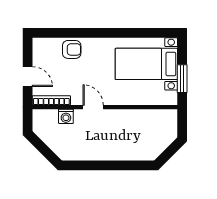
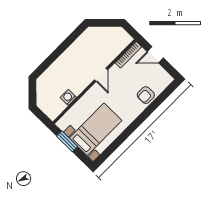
door: (93, 107) -> (101, 75), hinge flipped
washing machine: (66, 116) -> (68, 97), moved

